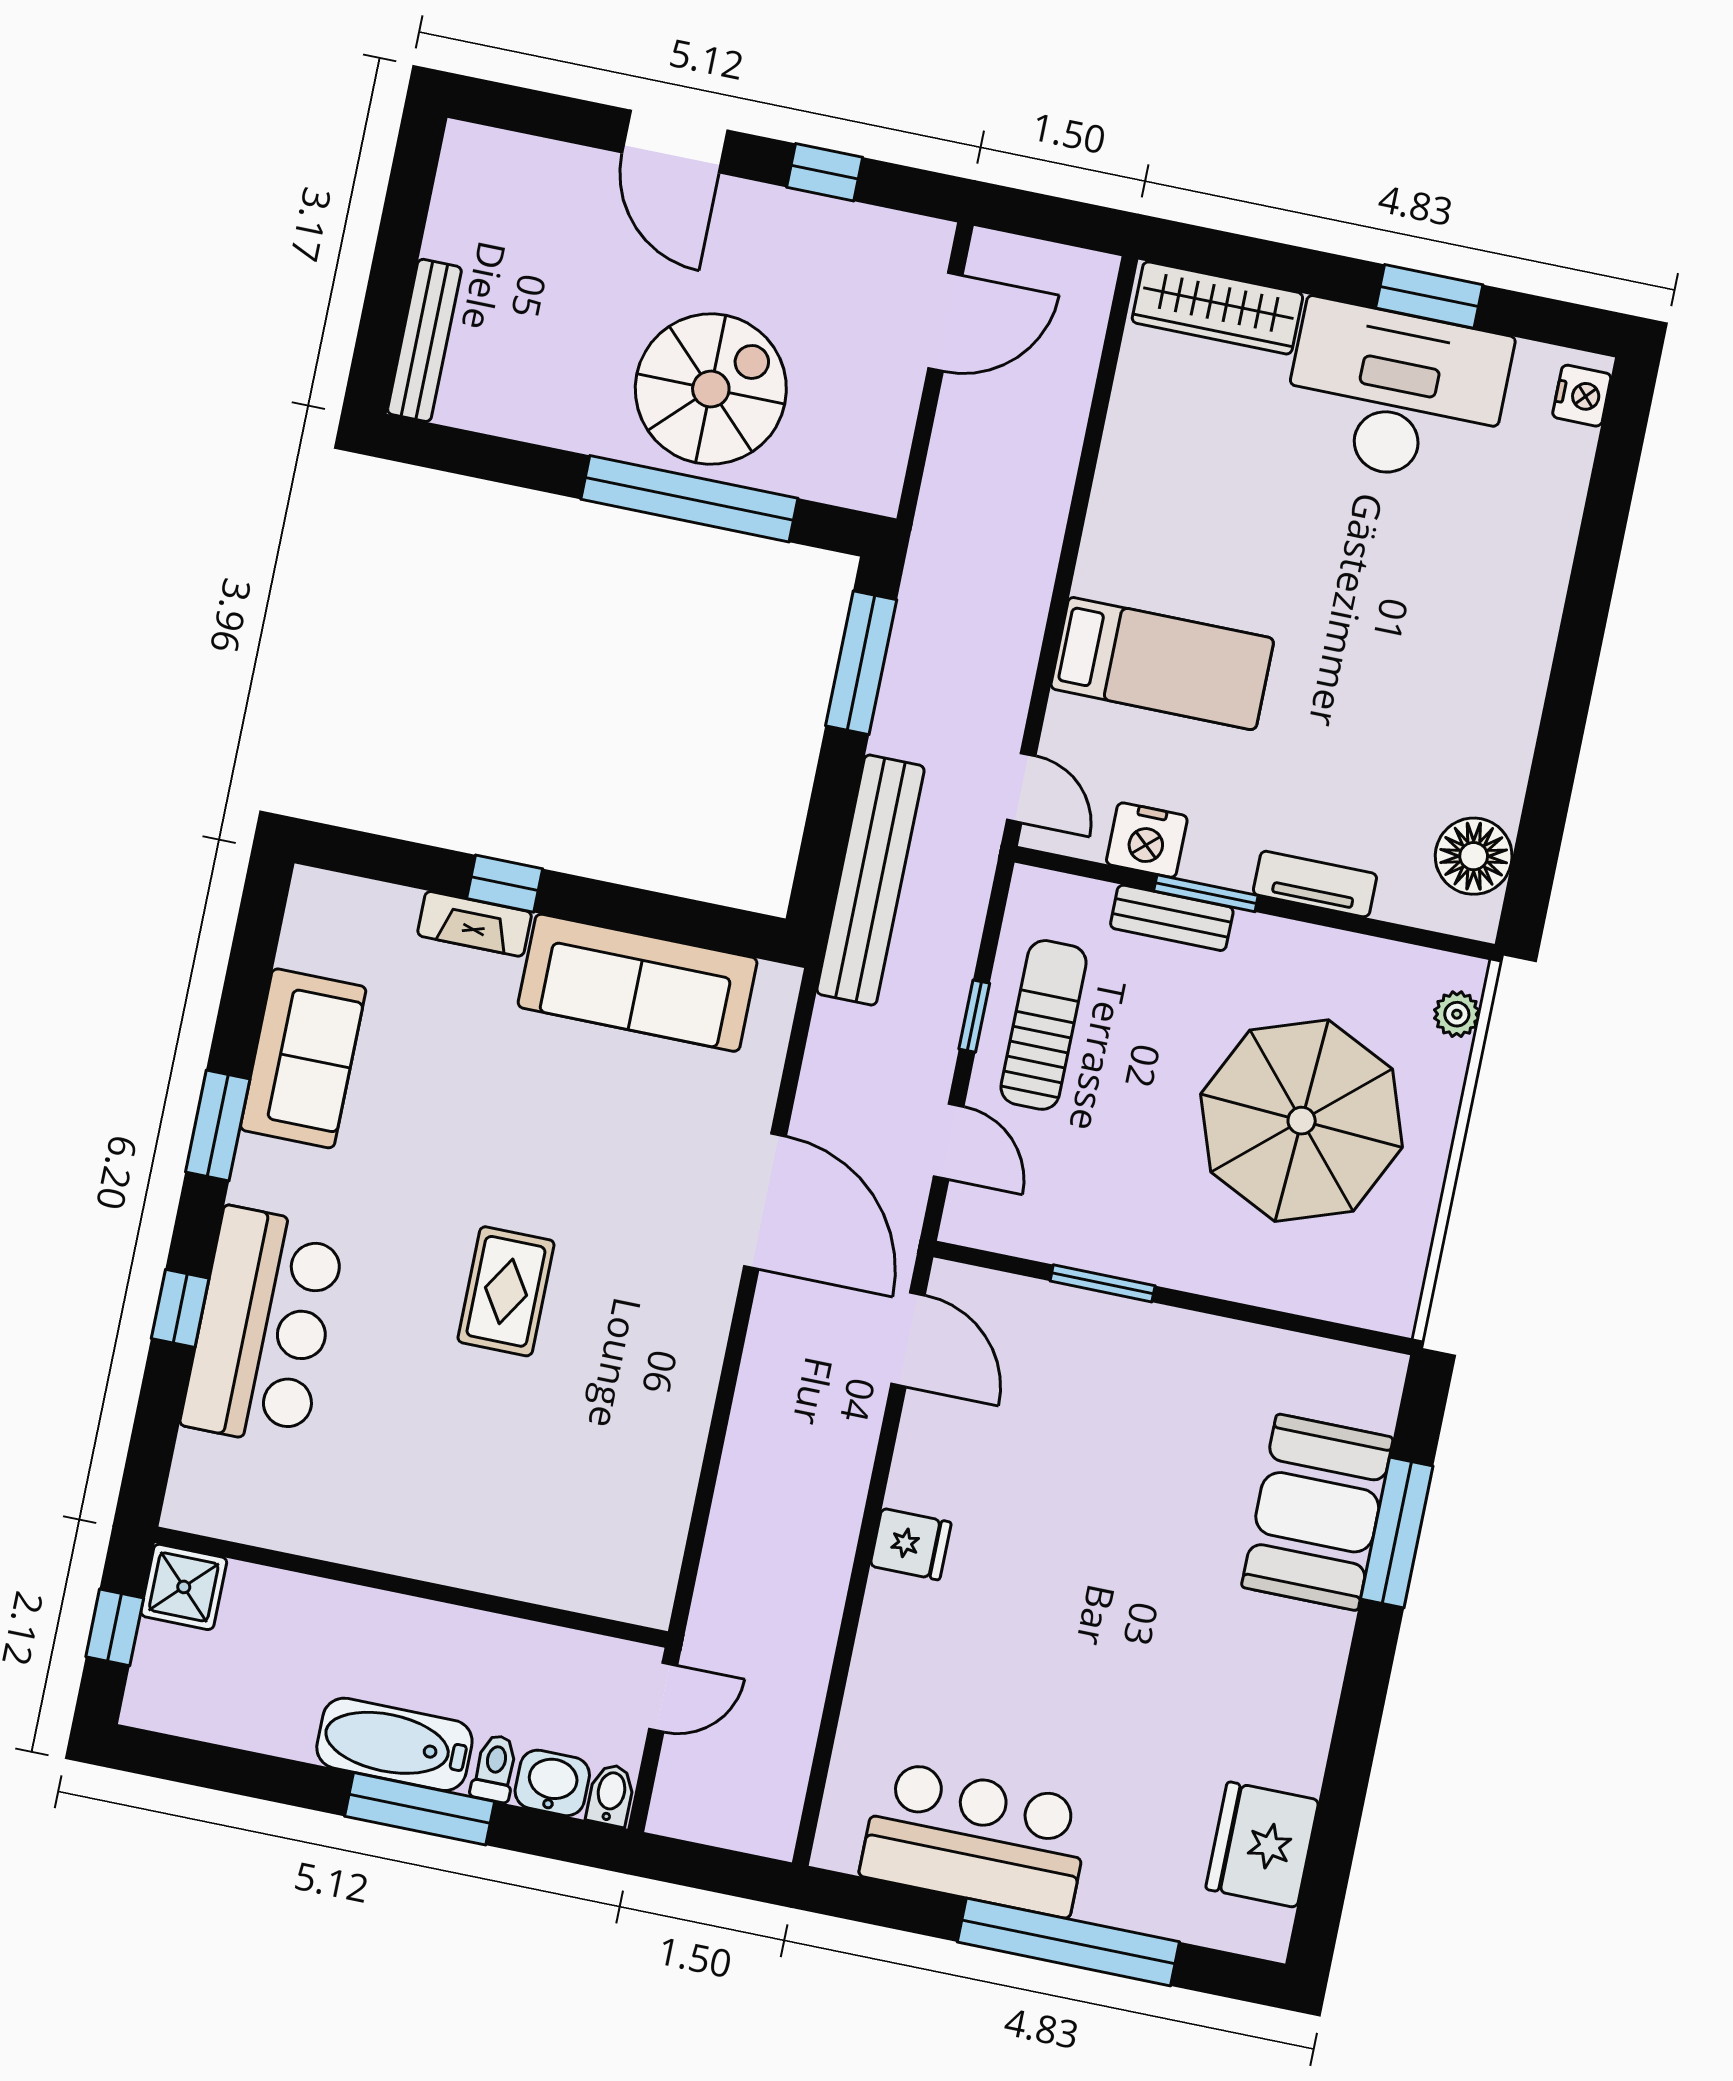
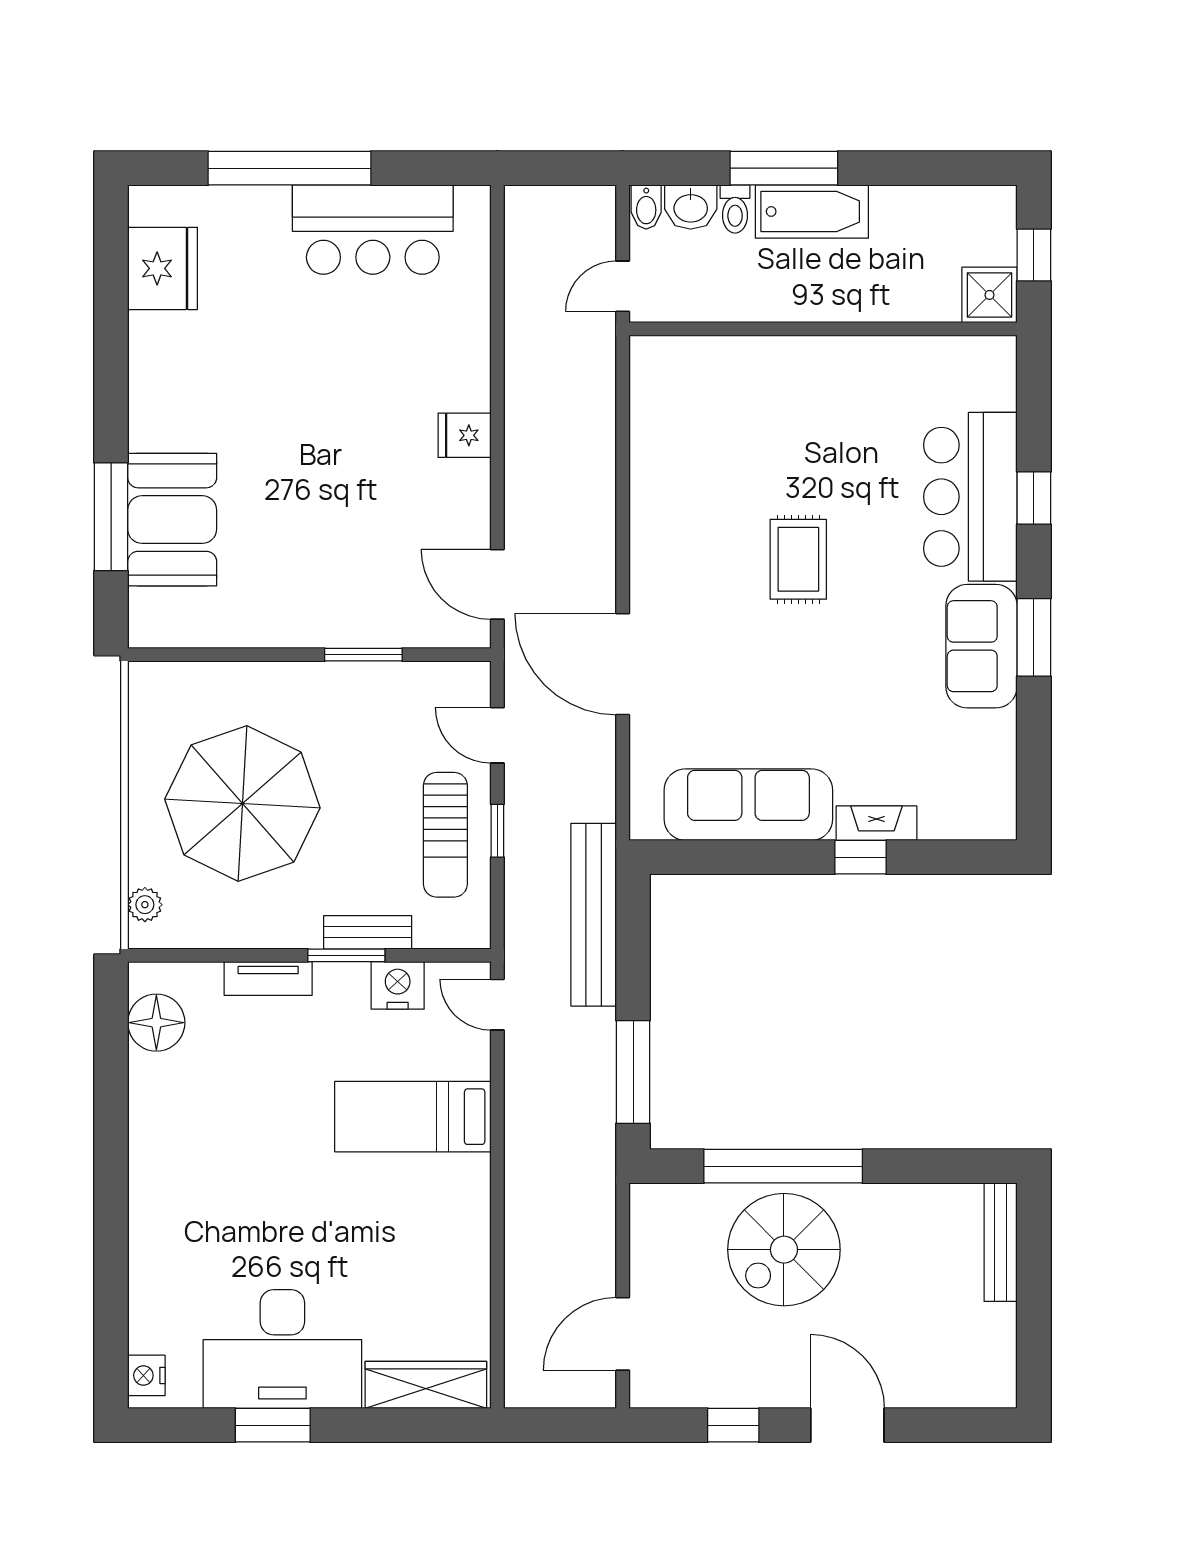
sofa: (303, 1058) -> (982, 646), moved

